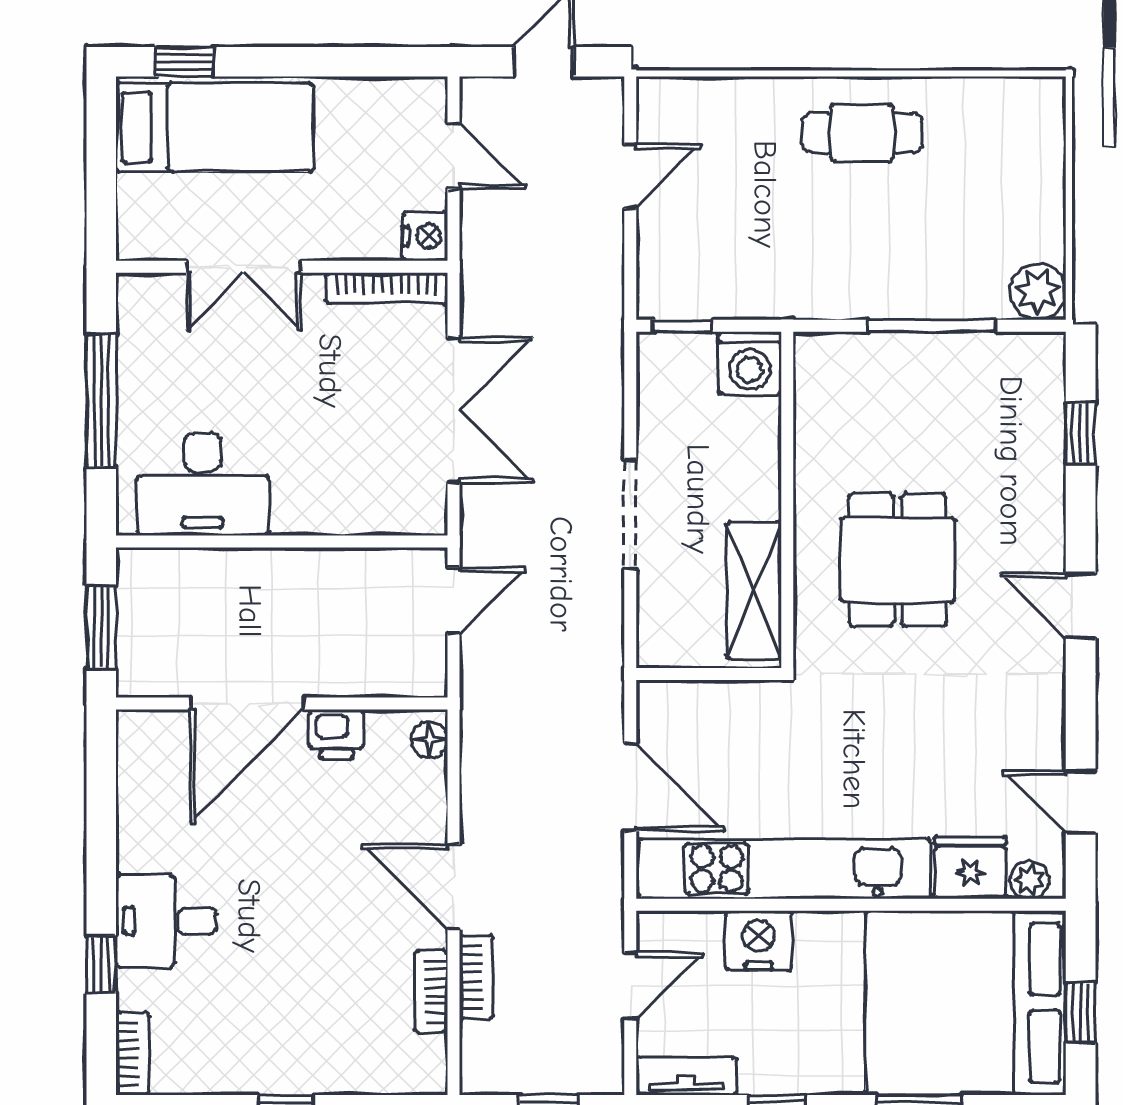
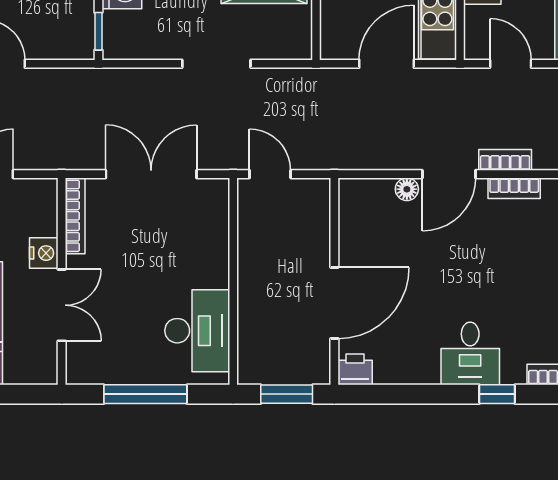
nightstand: (425, 236) -> (44, 253), moved, turned 90
door: (247, 704) -> (334, 303), hinge flipped
printer: (337, 734) -> (355, 369), moved, turned -90
floor lamp: (429, 740) -> (407, 189), moved

